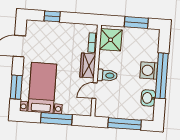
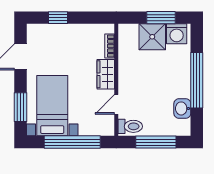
shower: (111, 40) -> (152, 37), moved
washing machine: (149, 70) -> (177, 34), moved, turned -90
toilet: (107, 75) -> (130, 126), moved
window: (56, 119) -> (72, 142), width x1.46

